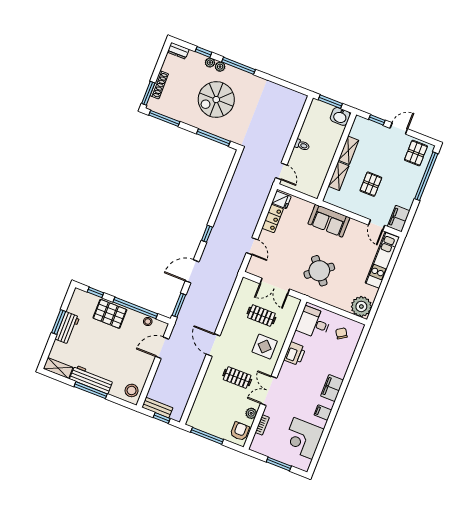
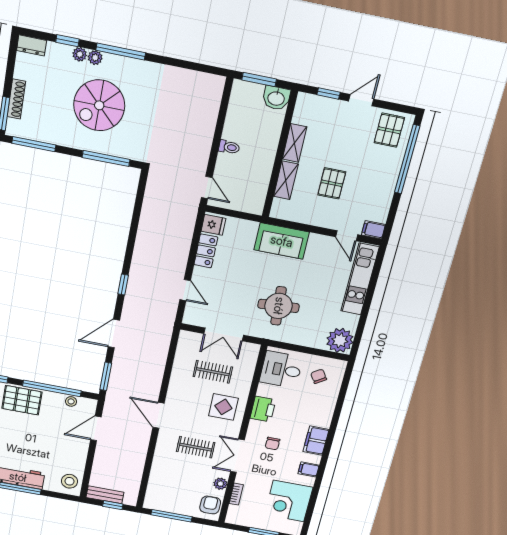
filing cabinet: (399, 219) -> (373, 230), width x0.50
round table: (319, 271) -> (279, 306), turned 35
chair: (298, 385) -> (272, 444), added

